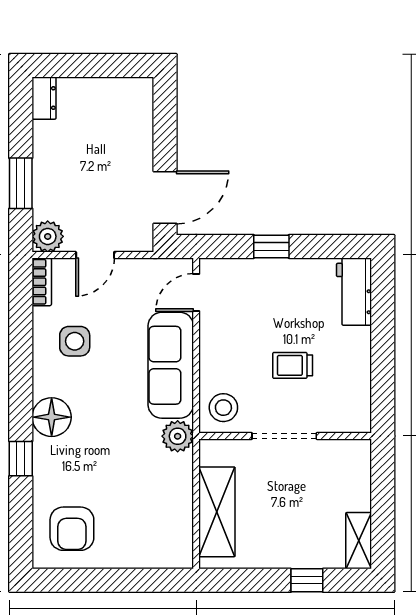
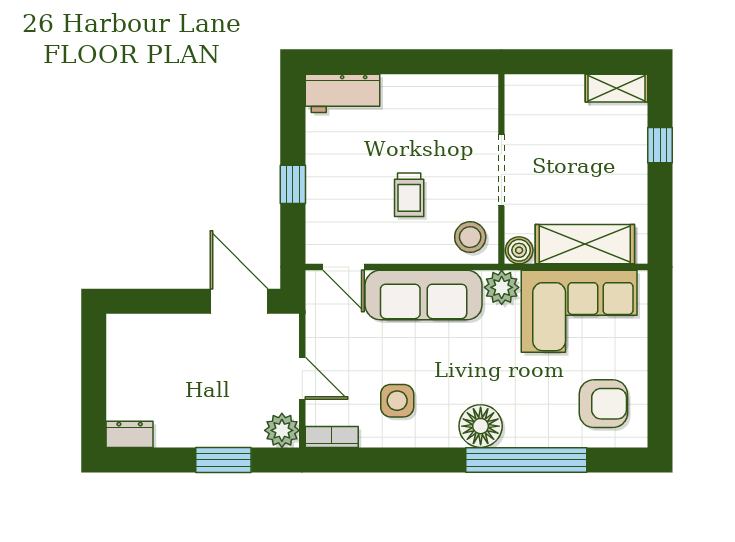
trolley: (293, 365) -> (409, 195), moved
boiler: (211, 452) -> (519, 250), added
window: (21, 459) -> (526, 460), width x3.17
corner sofa: (156, 507) -> (579, 311), added

